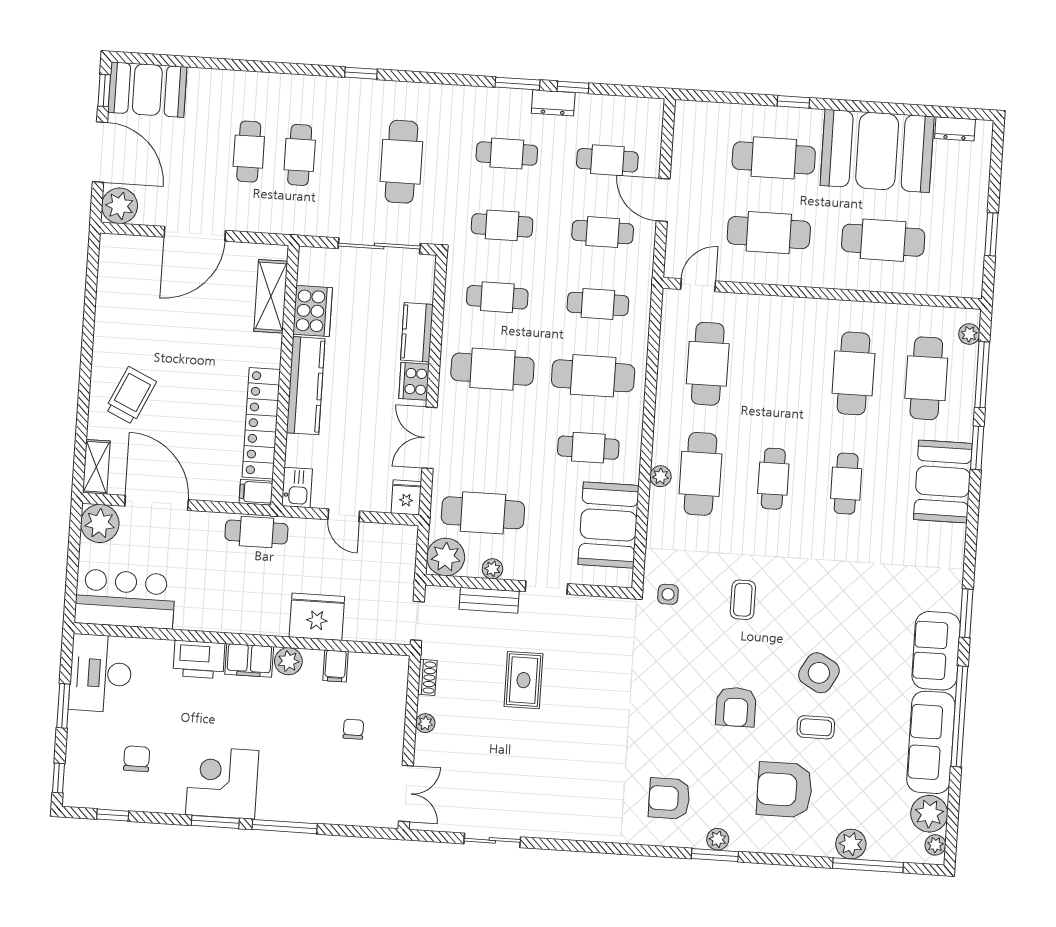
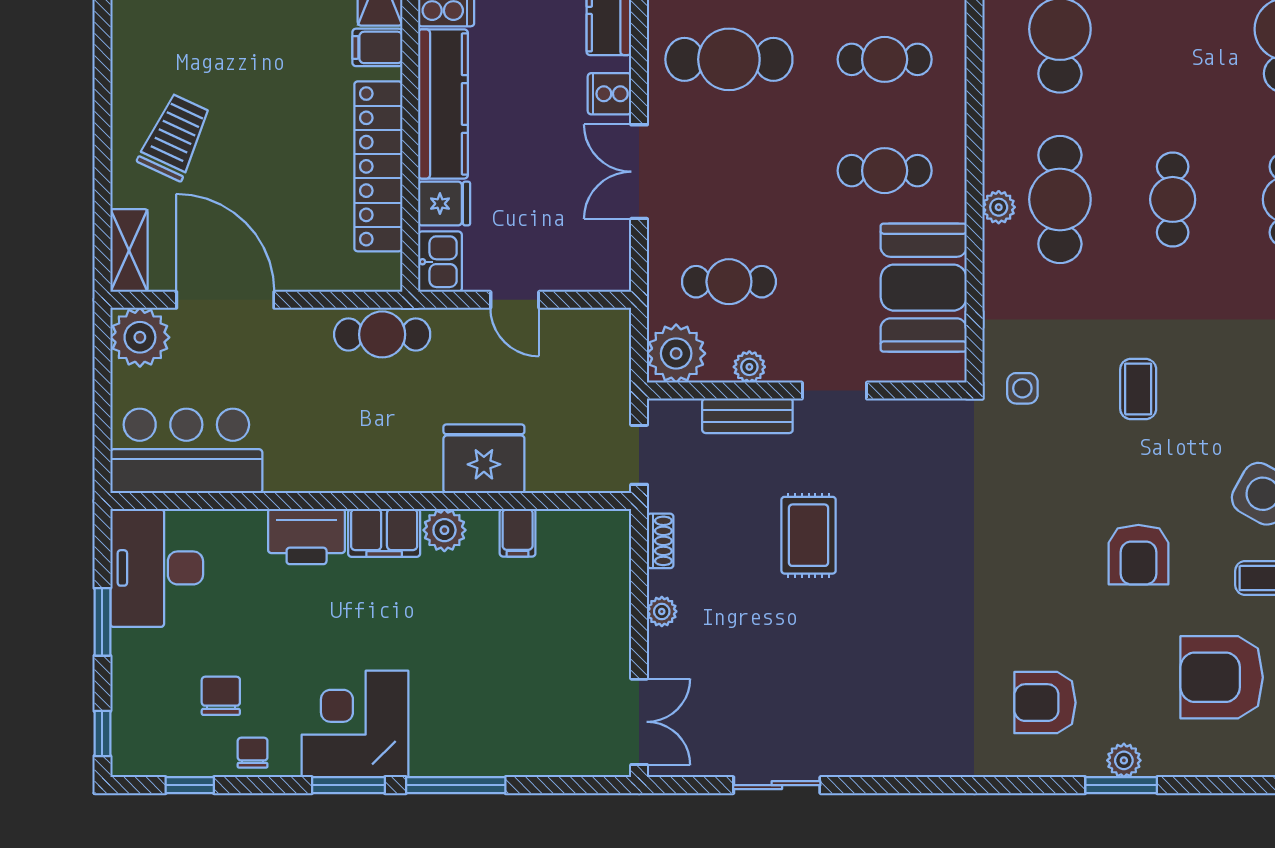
cafe table: (593, 376) -> (885, 59), width x0.73, depth x0.74
cooker: (414, 381) -> (609, 94), width x0.73
filing cabinet: (256, 492) -> (377, 47), moved
fridge: (406, 497) -> (444, 204), moved, turned 90
cafe table: (483, 513) -> (729, 282), width x0.73, depth x0.74
chair: (353, 729) -> (253, 753), moved

